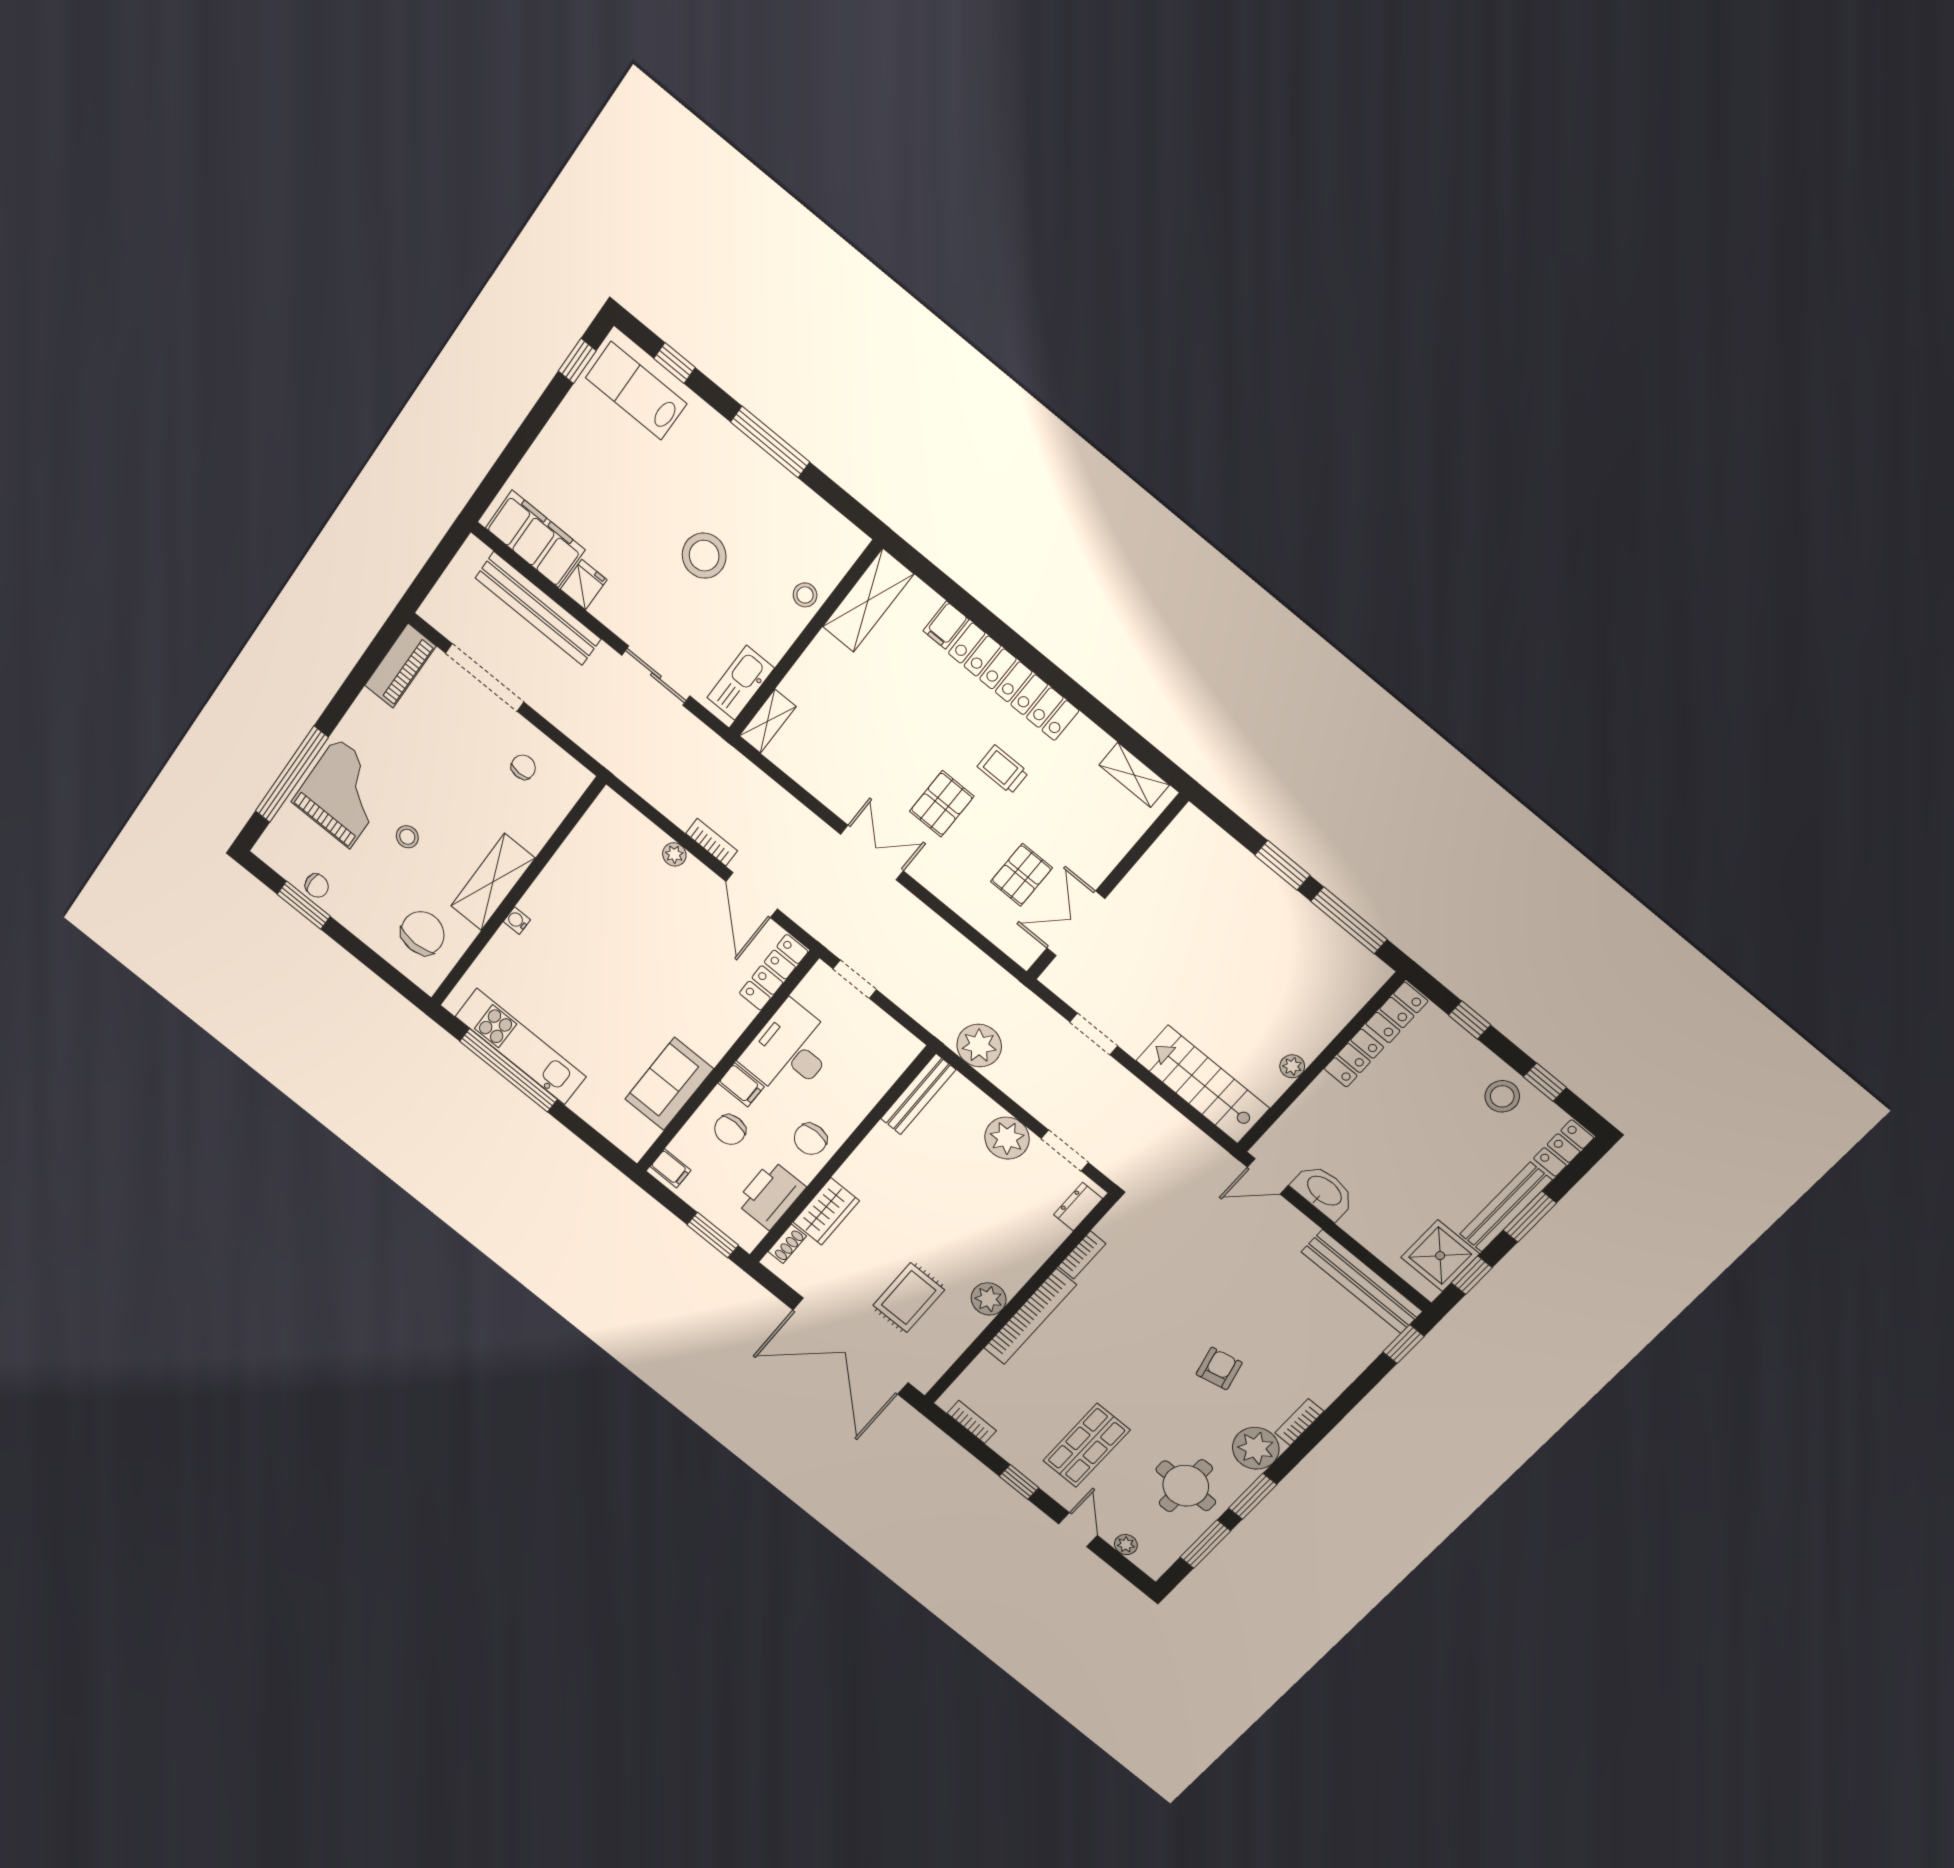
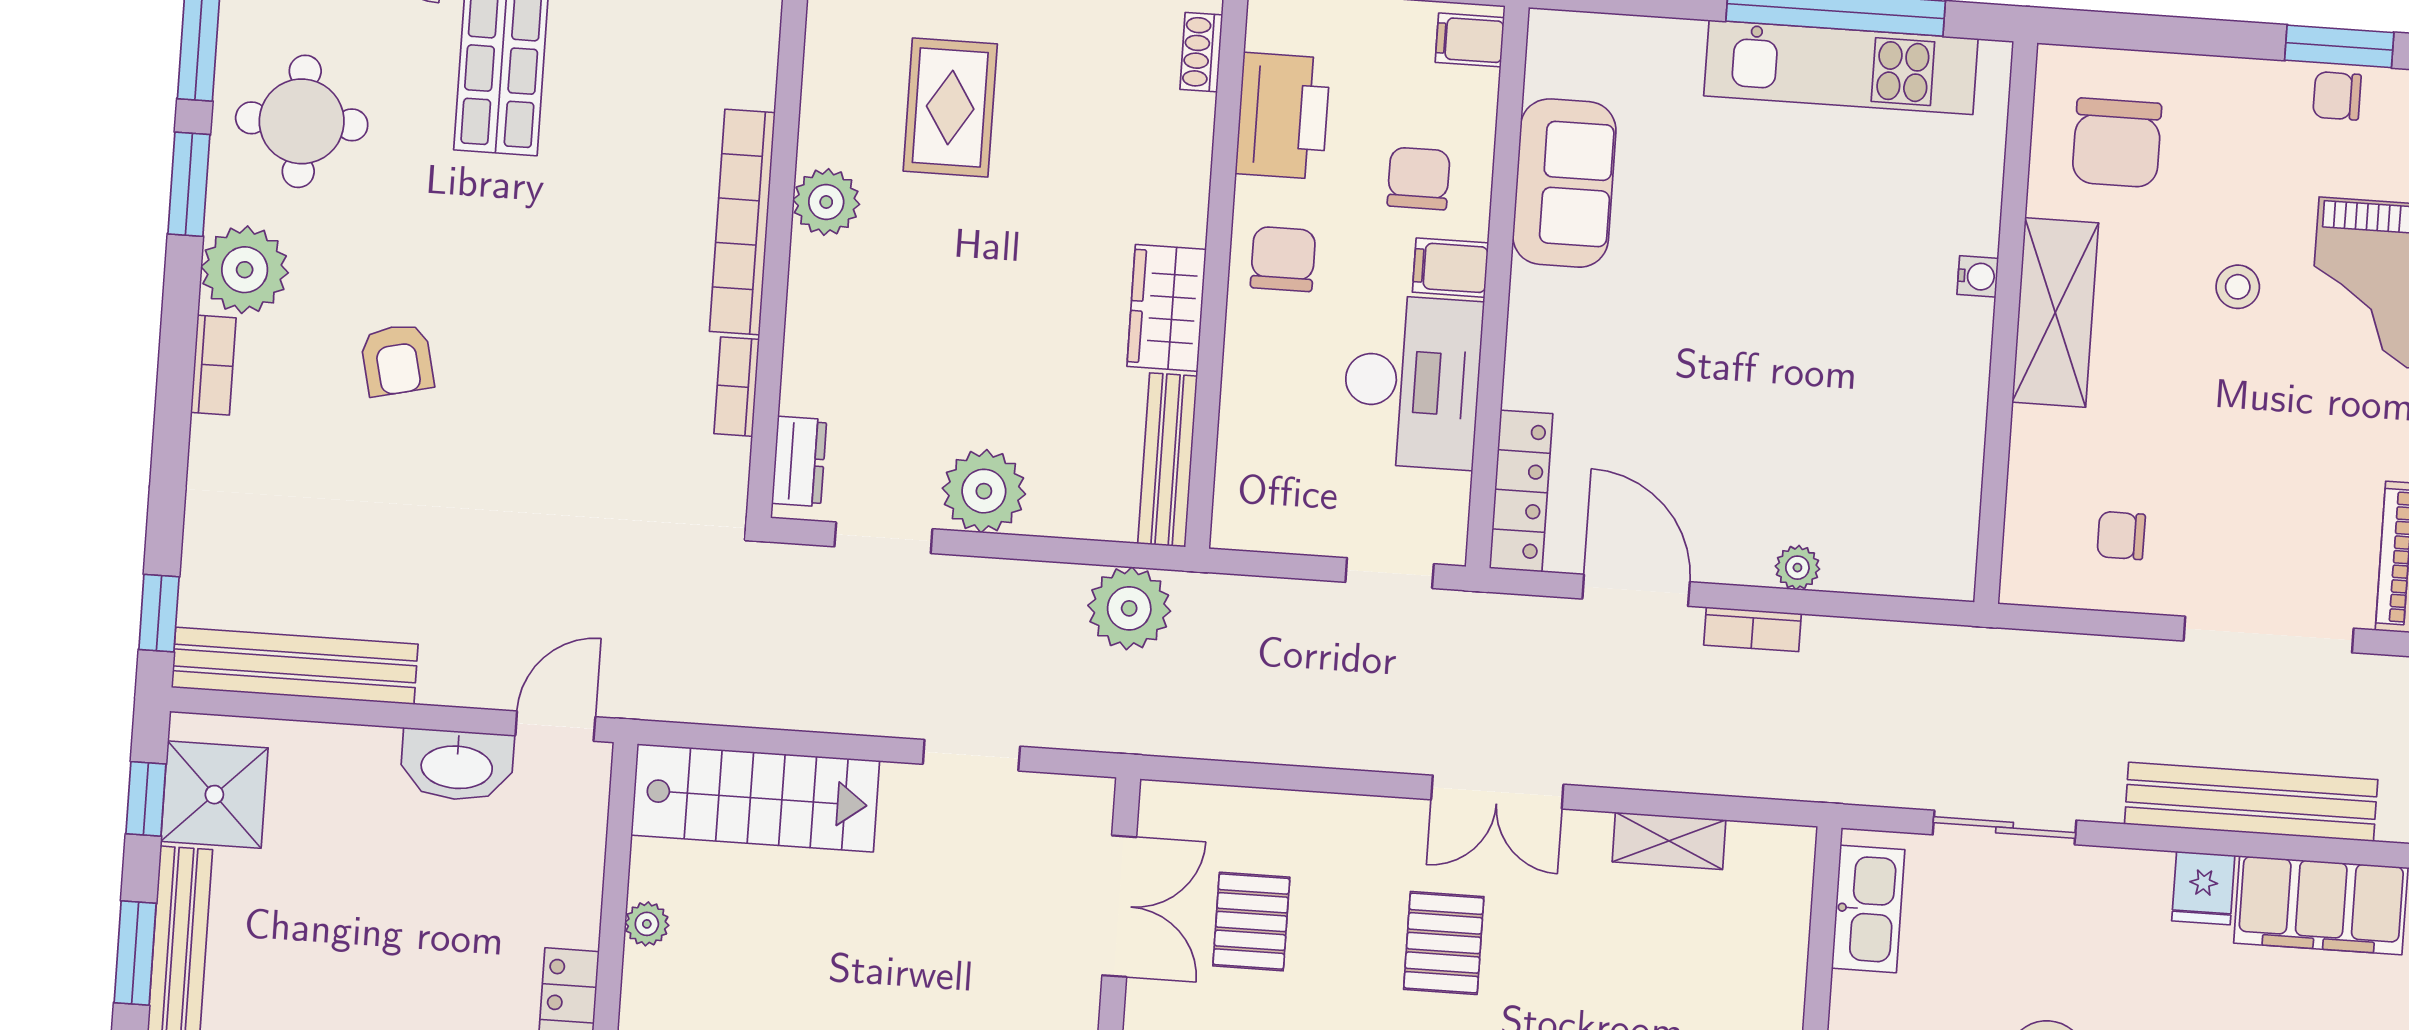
shelving: (768, 721) -> (1669, 841), moved, turned 90
chair: (523, 767) -> (2121, 536), turned 90
wardrobe: (826, 1211) -> (1167, 308), moved

